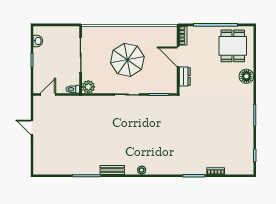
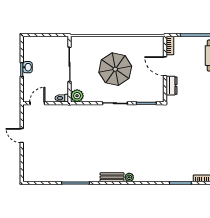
washbasin: (38, 41) -> (27, 67), moved
bench: (112, 170) -> (112, 177), moved

